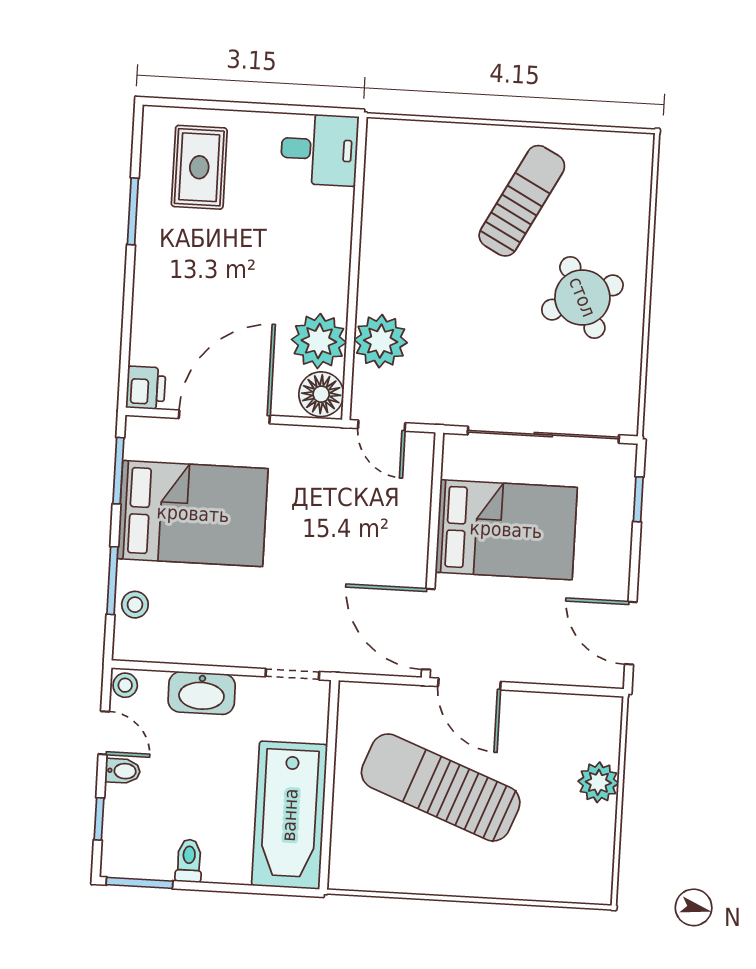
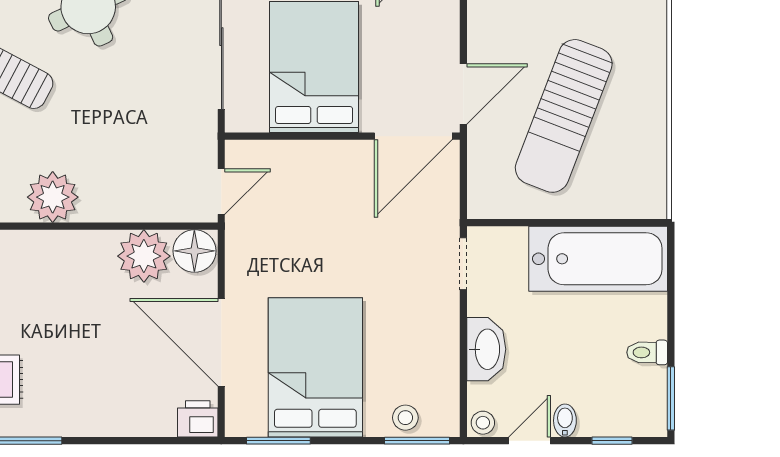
plant: (381, 341) -> (53, 197), moved
window: (112, 581) -> (417, 441), moved

